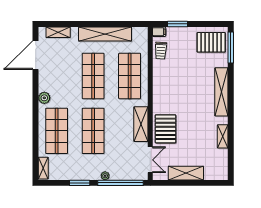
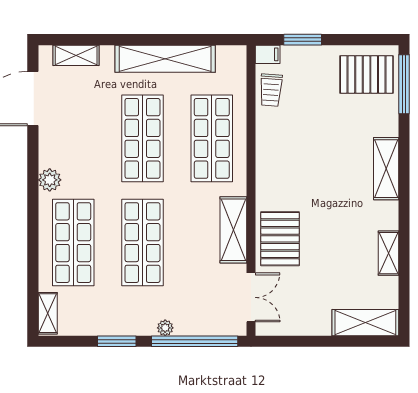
shelving: (221, 92) -> (386, 169), width x0.68
shelving: (186, 173) -> (365, 323), moved

